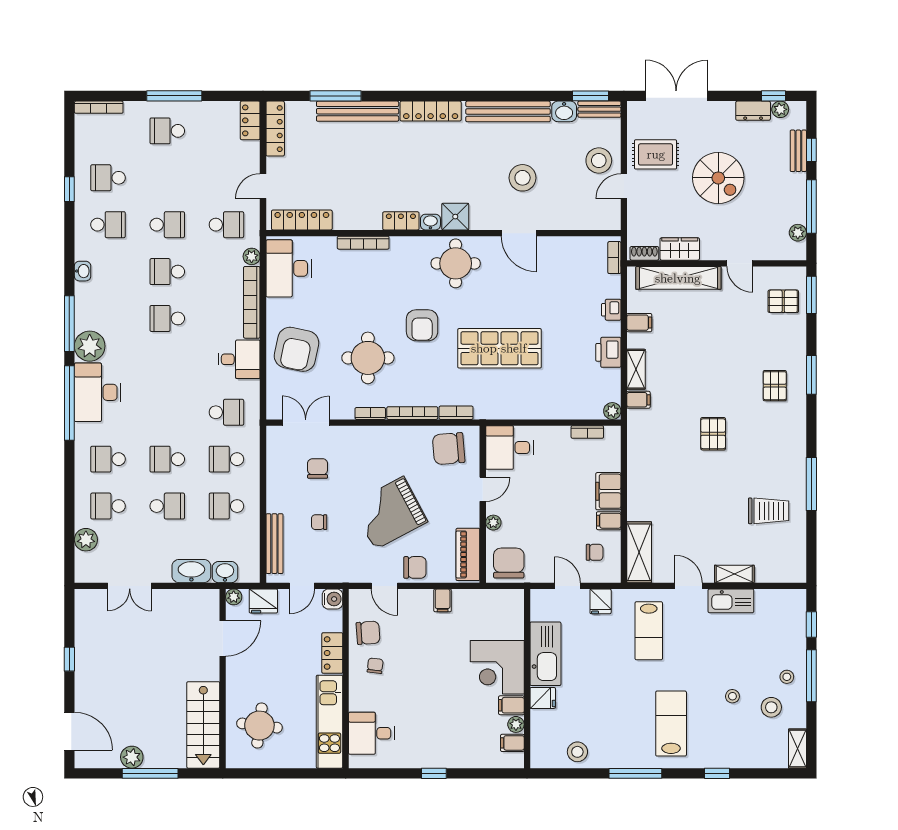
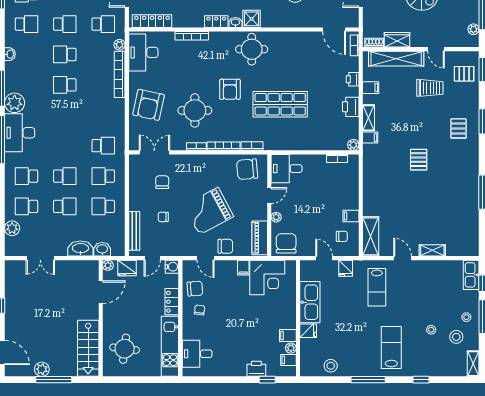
door: (519, 233) -> (334, 30), moved
desk: (239, 359) -> (111, 111), removed
school desk: (167, 459) -> (65, 176), turned 180
filing cabinet: (608, 491) -> (351, 197), removed
trolley: (769, 511) -> (430, 88), moved
kitchen sink: (731, 601) -> (471, 275), moved, turned 90
corner desk: (497, 667) -> (267, 278), moved, turned -90
printer: (463, 756) -> (256, 369), added
window: (434, 773) -> (267, 380), moved

